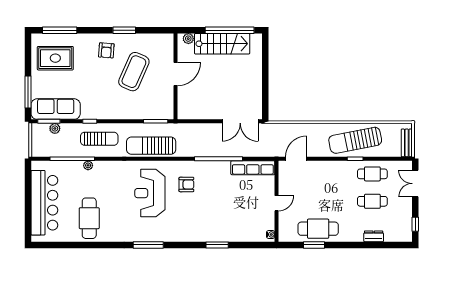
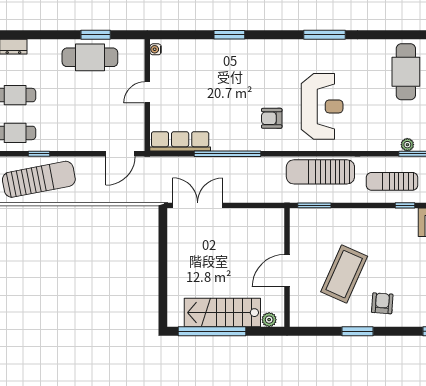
sun lounger: (151, 146) -> (320, 172), turned 180

